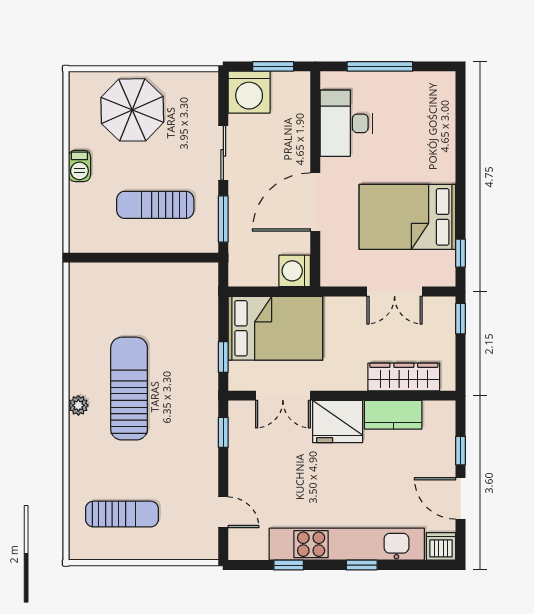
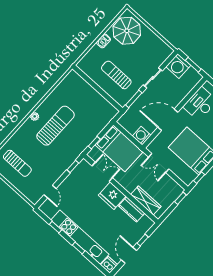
parasol: (132, 110) -> (127, 31), moved
double door: (395, 292) -> (159, 163), moved
double door: (283, 396) -> (102, 172), swing flipped

